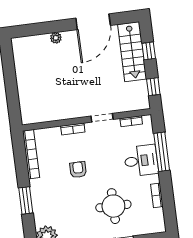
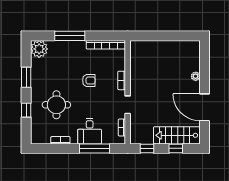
window: (26, 200) -> (70, 36), width x1.44

